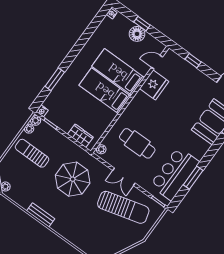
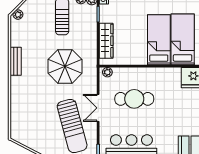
wardrobe: (80, 136) -> (106, 41), width x1.50
cafe table: (137, 143) -> (134, 99), turned 90

